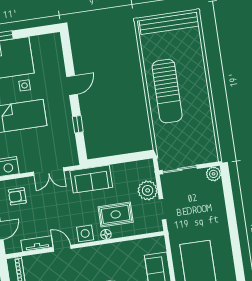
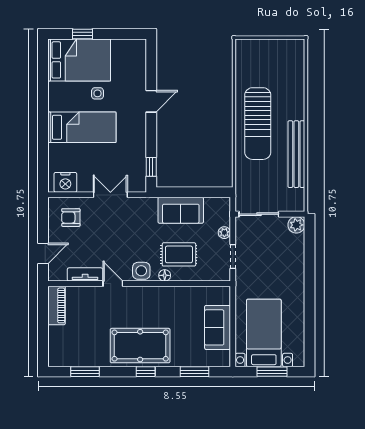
bench: (169, 23) -> (296, 154), moved, turned 90
window: (78, 124) -> (151, 167), moved
double door: (49, 172) -> (110, 195), swing flipped
sofa: (91, 179) -> (181, 210), moved
plant: (148, 190) -> (224, 233), width x0.53, depth x0.53

